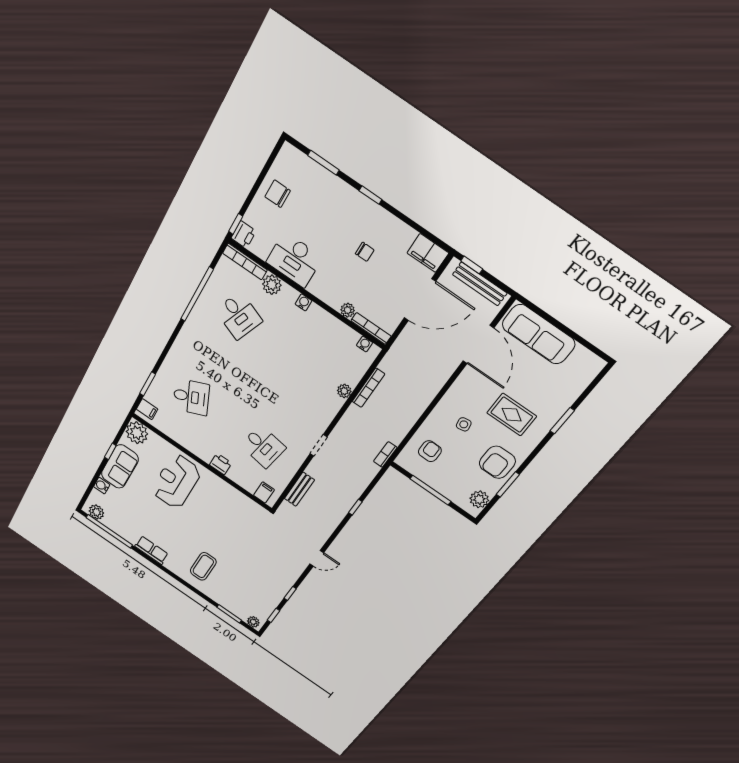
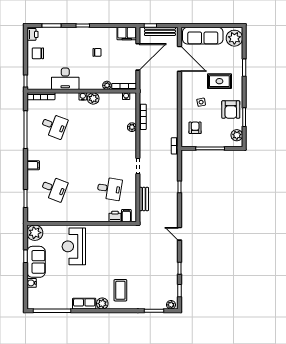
printer: (244, 235) -> (32, 34), moved
plant: (272, 285) -> (93, 98), moved
plant: (583, 370) -> (234, 38), added
desk: (191, 397) -> (54, 189), turned 45
filing cabinet: (147, 409) -> (33, 165), moved
printer: (221, 464) -> (115, 216), moved
plant: (96, 512) -> (102, 304), moved
door: (317, 558) -> (180, 234), swing flipped

